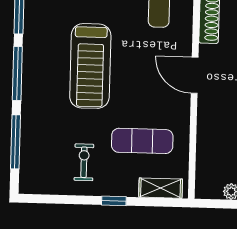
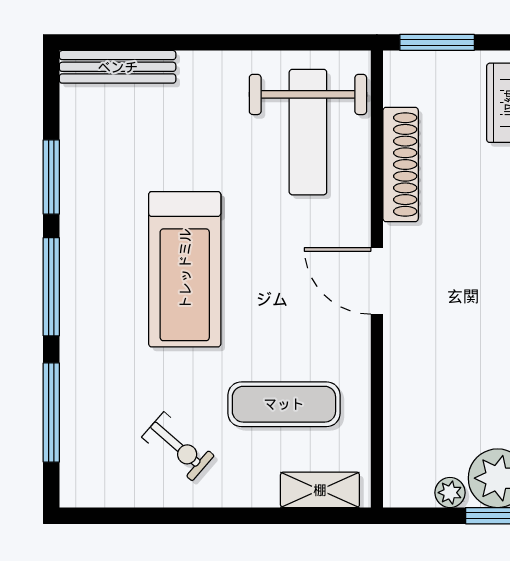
exercise bike: (84, 162) -> (178, 446), turned 131
window: (114, 201) -> (235, 516), removed

